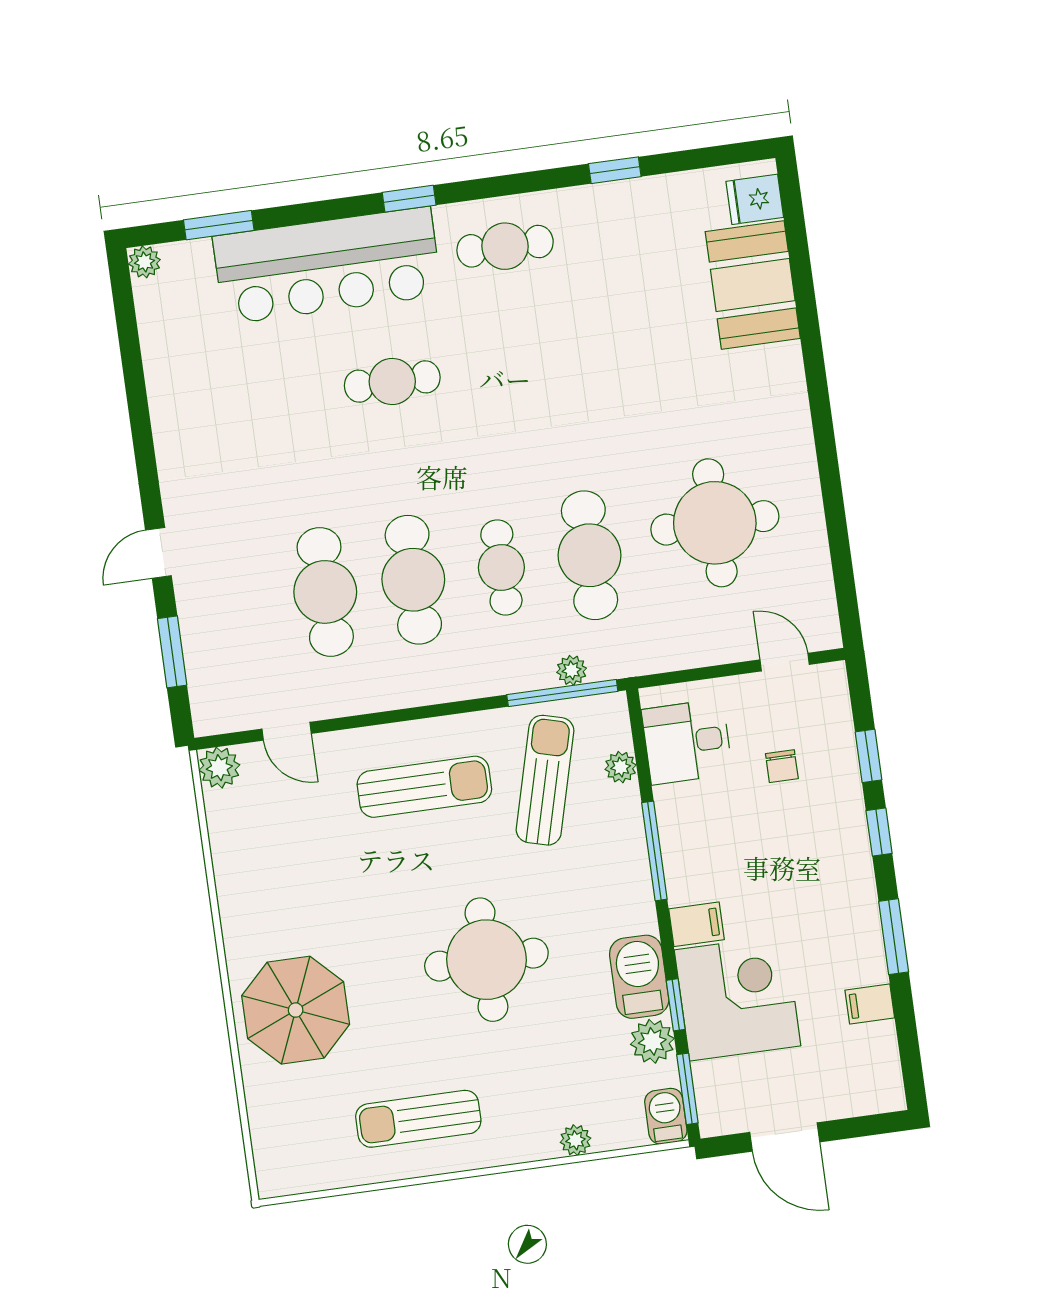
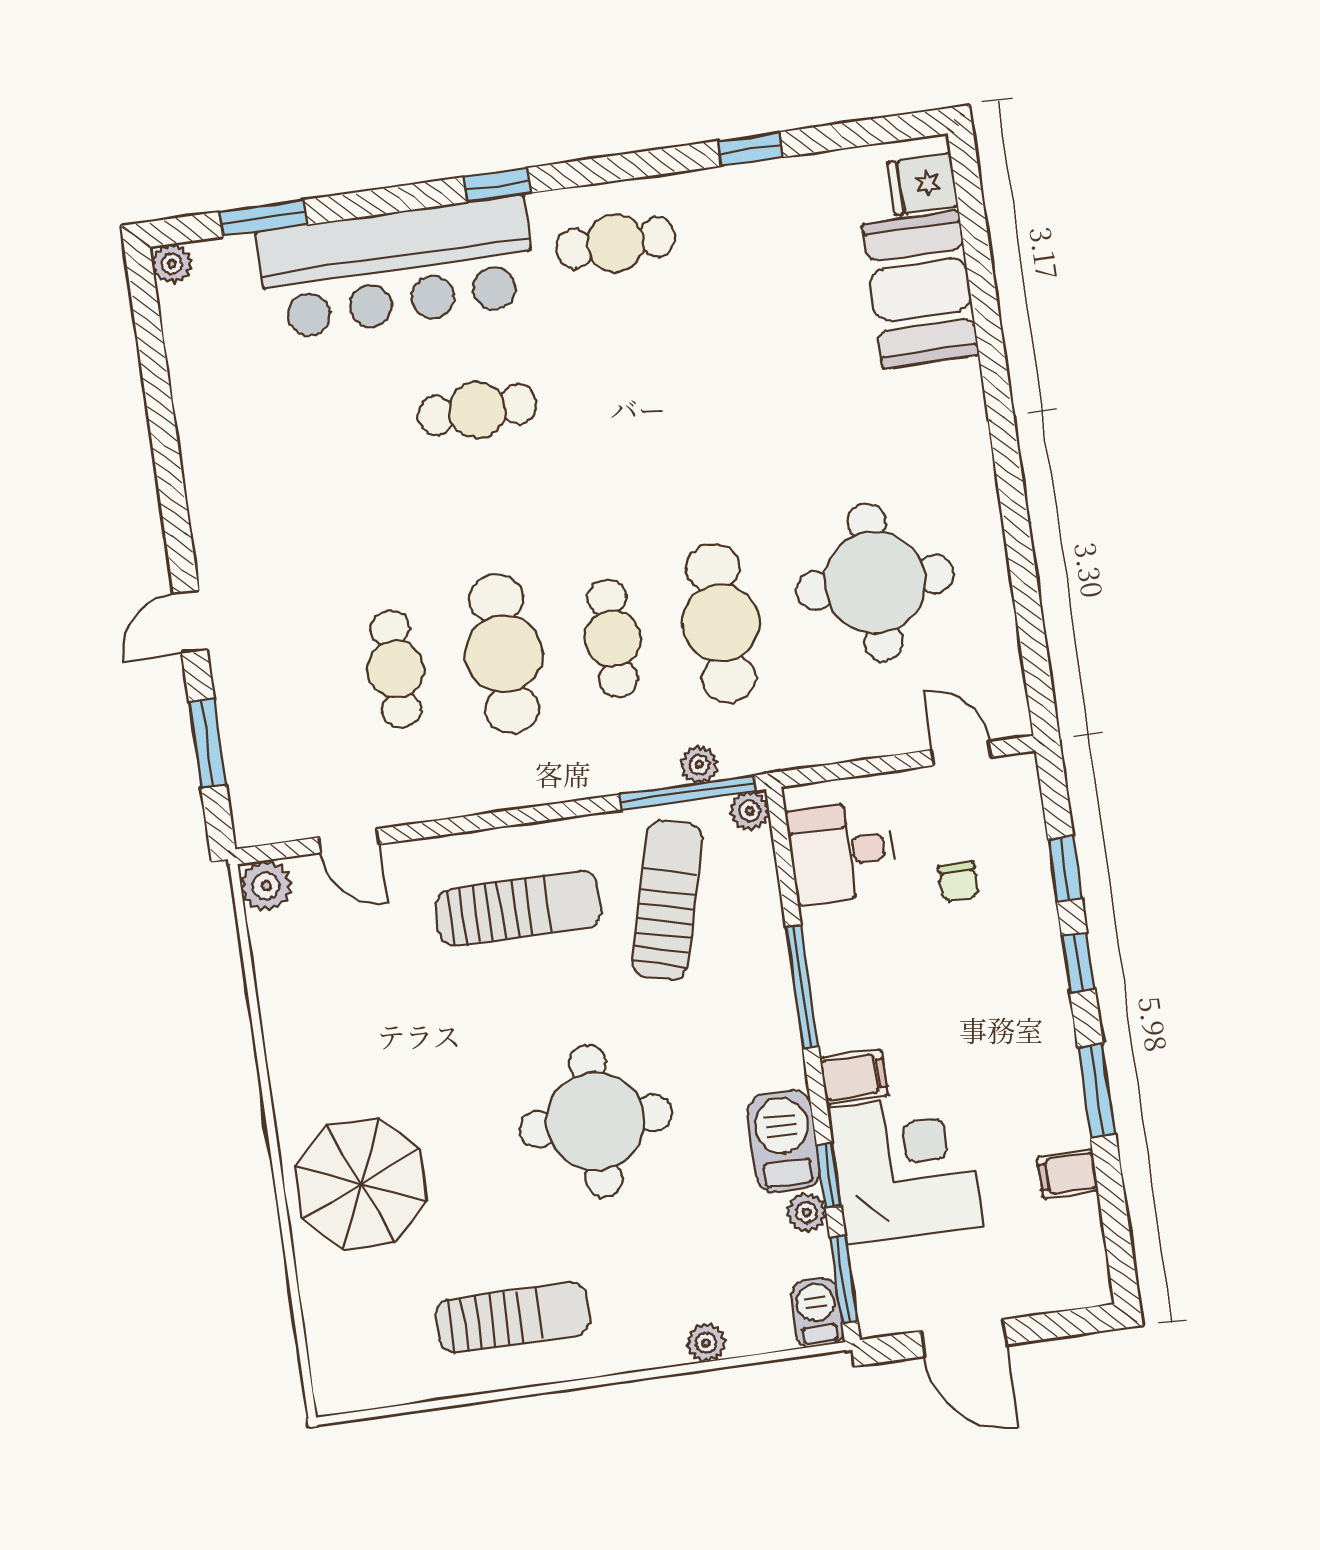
cafe table: (325, 592) -> (396, 669), width x0.73, depth x0.74
plant: (621, 767) -> (750, 811), moved
plant: (652, 1041) -> (806, 1212), width x0.73, depth x0.73
sun lounger: (418, 1119) -> (513, 1317), turned 180

